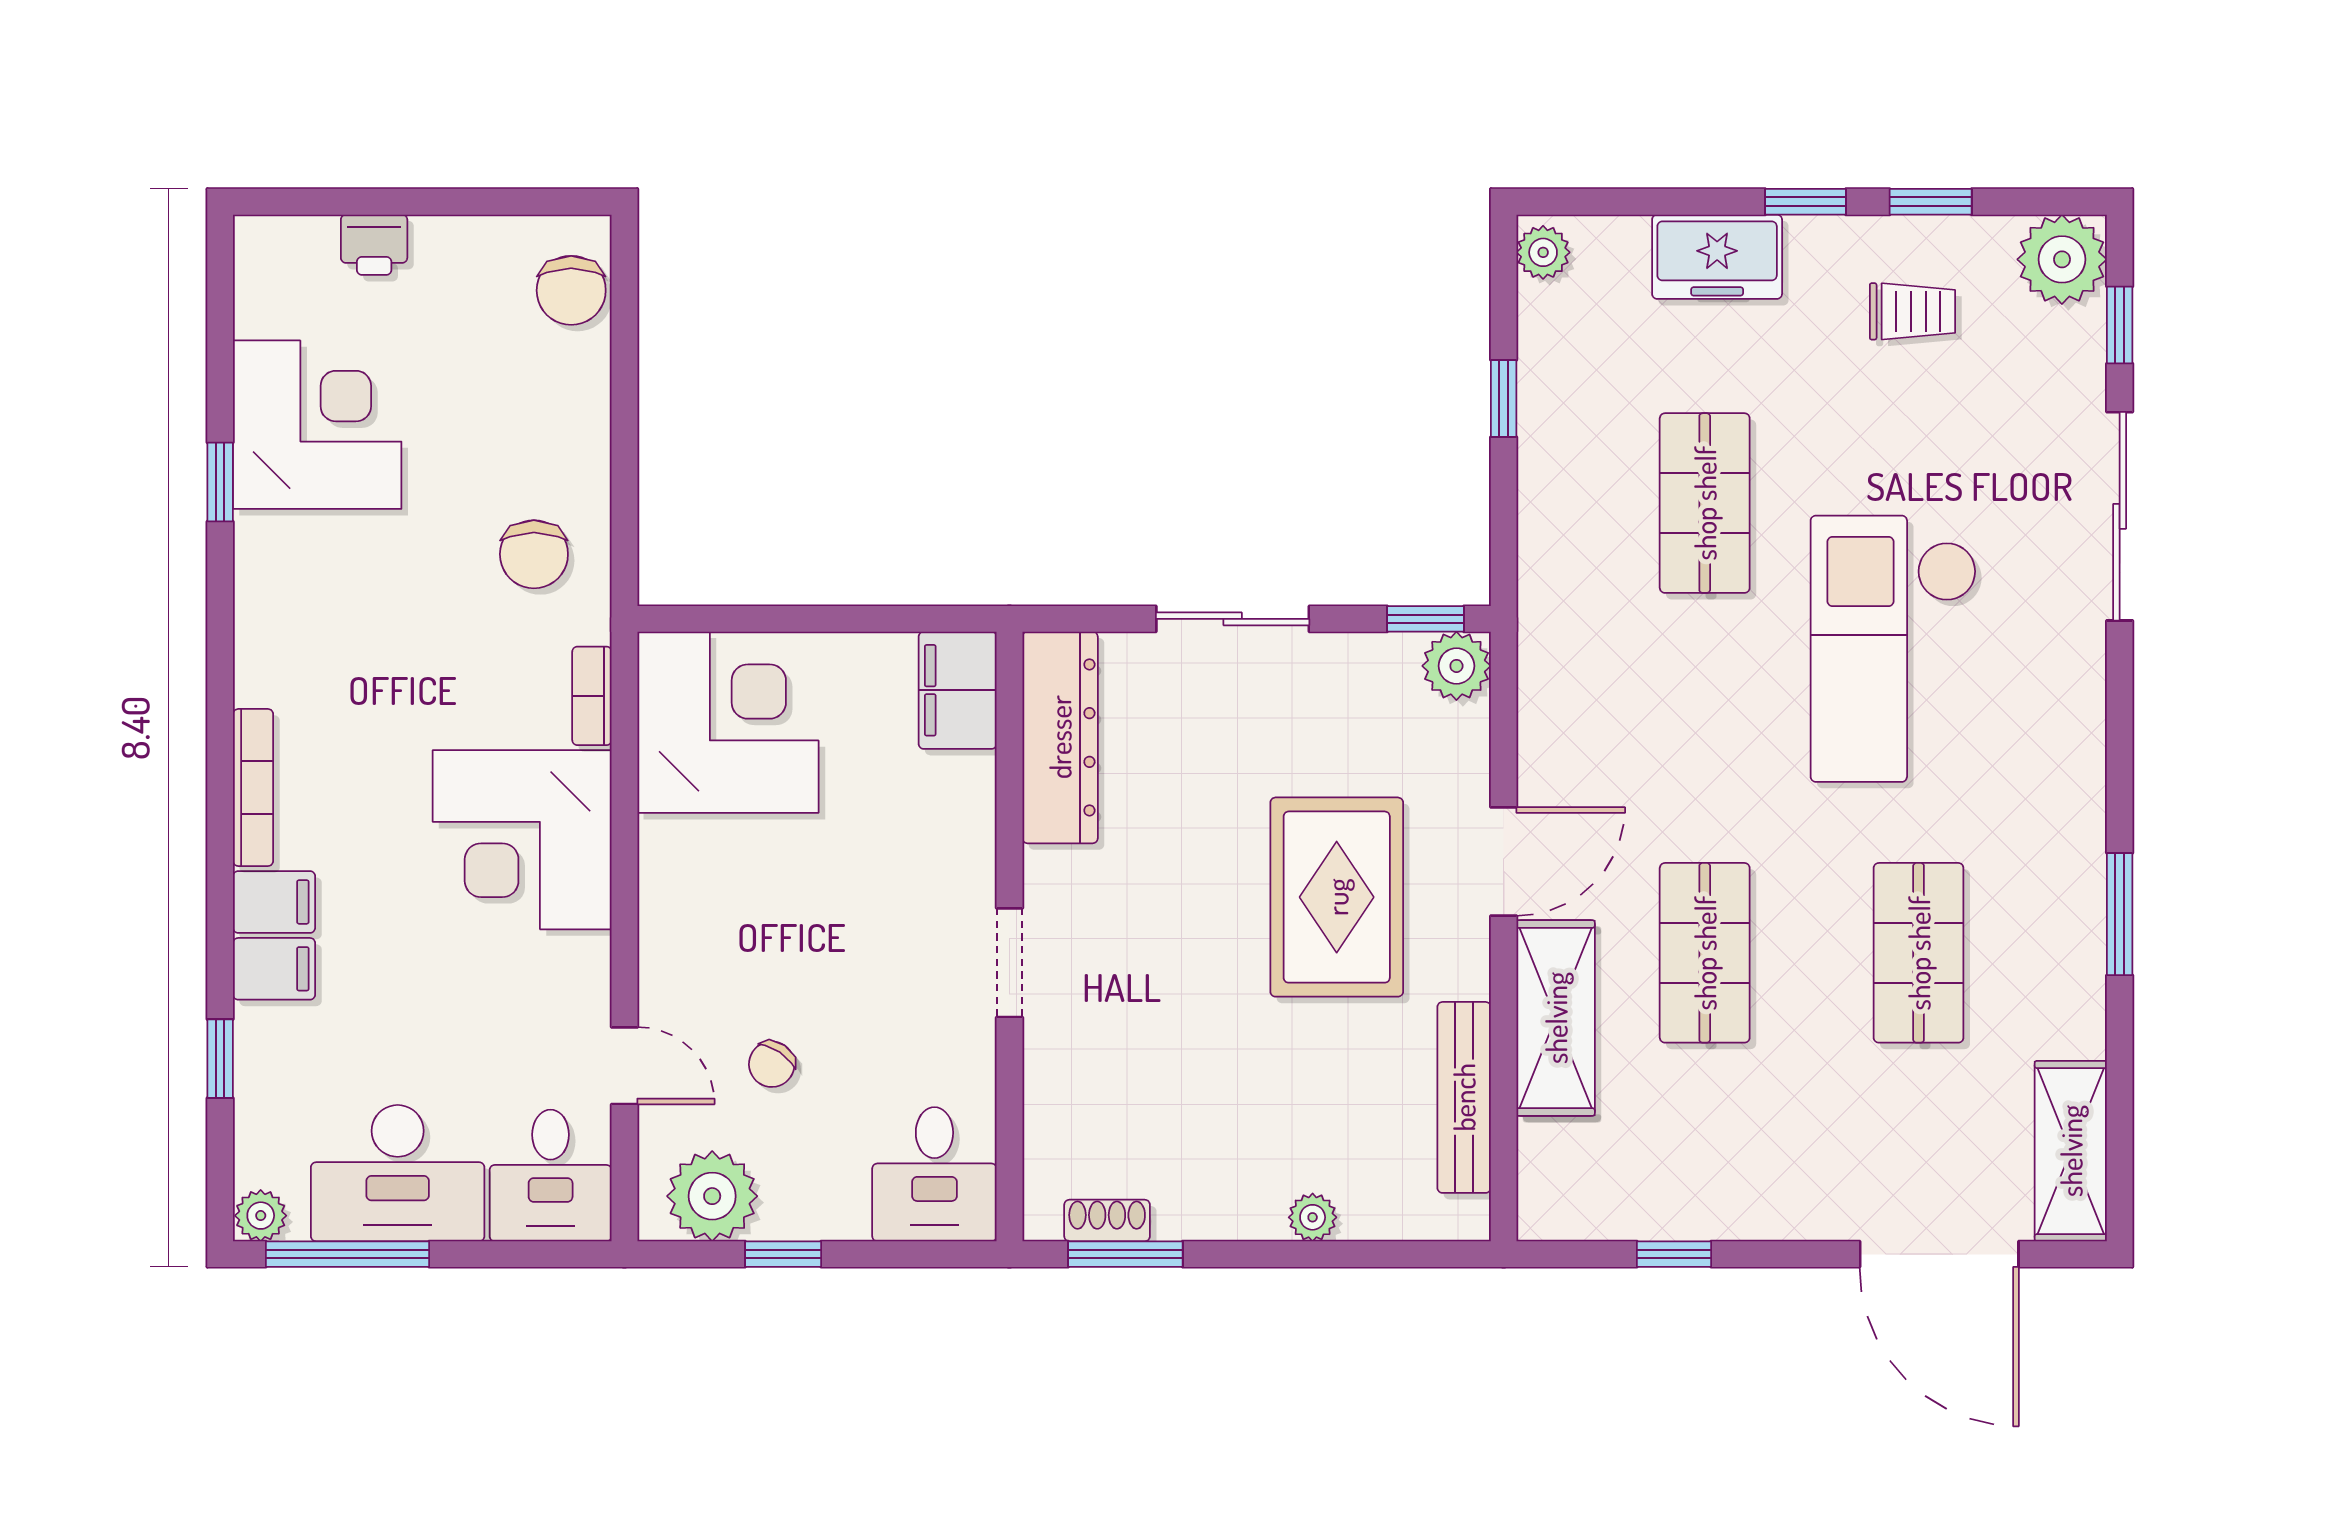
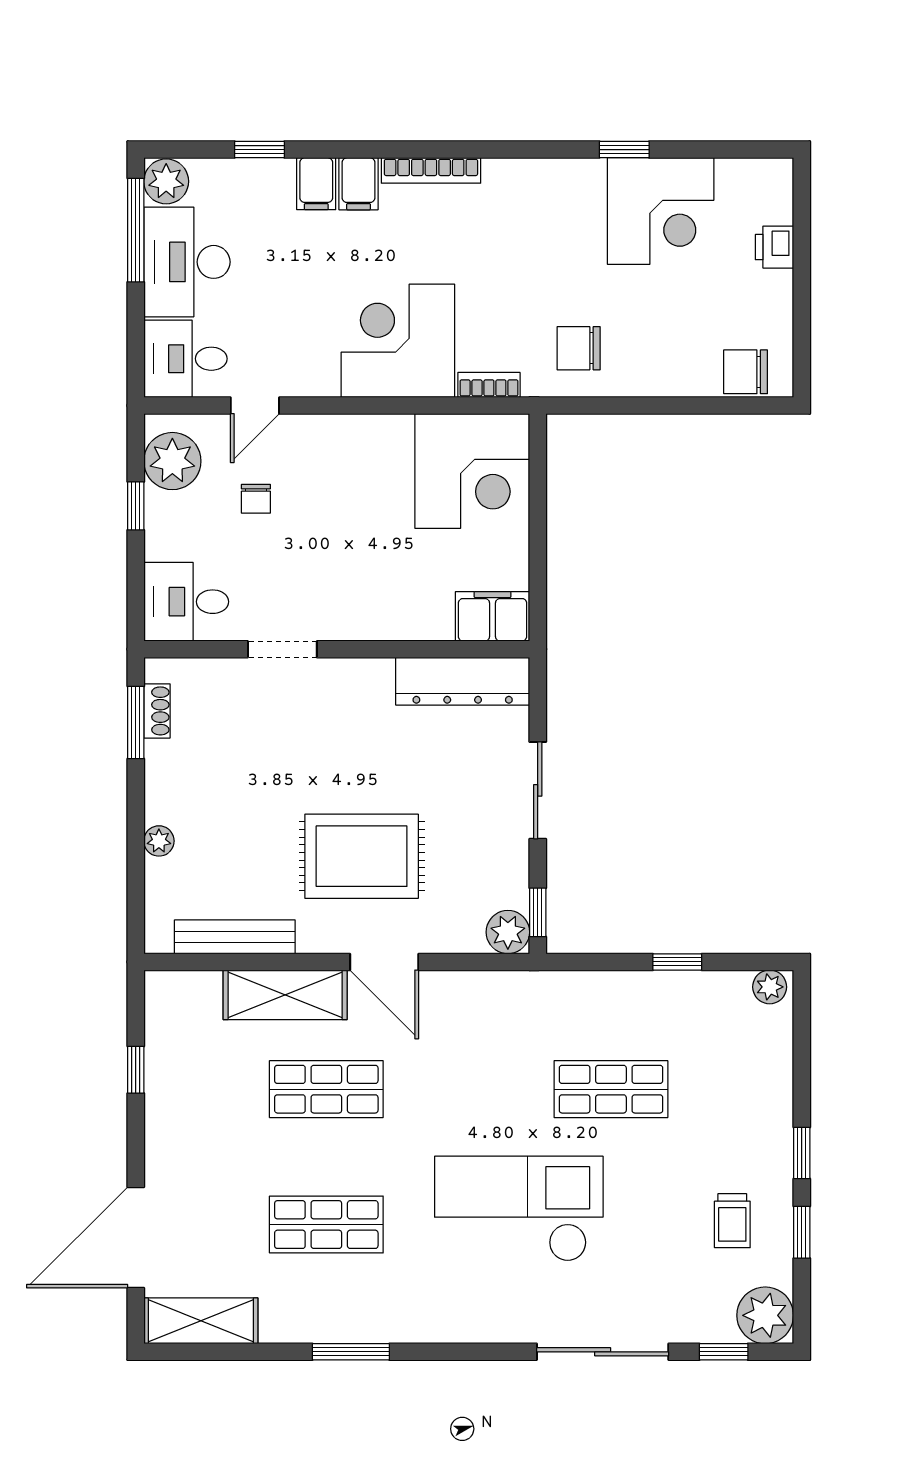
freezer: (1717, 257) -> (767, 1097), removed
doorway: (1009, 963) -> (282, 649), moved
chair: (772, 1064) -> (256, 499), turned -124
plant: (261, 1216) -> (166, 181), width x1.38, depth x1.38

